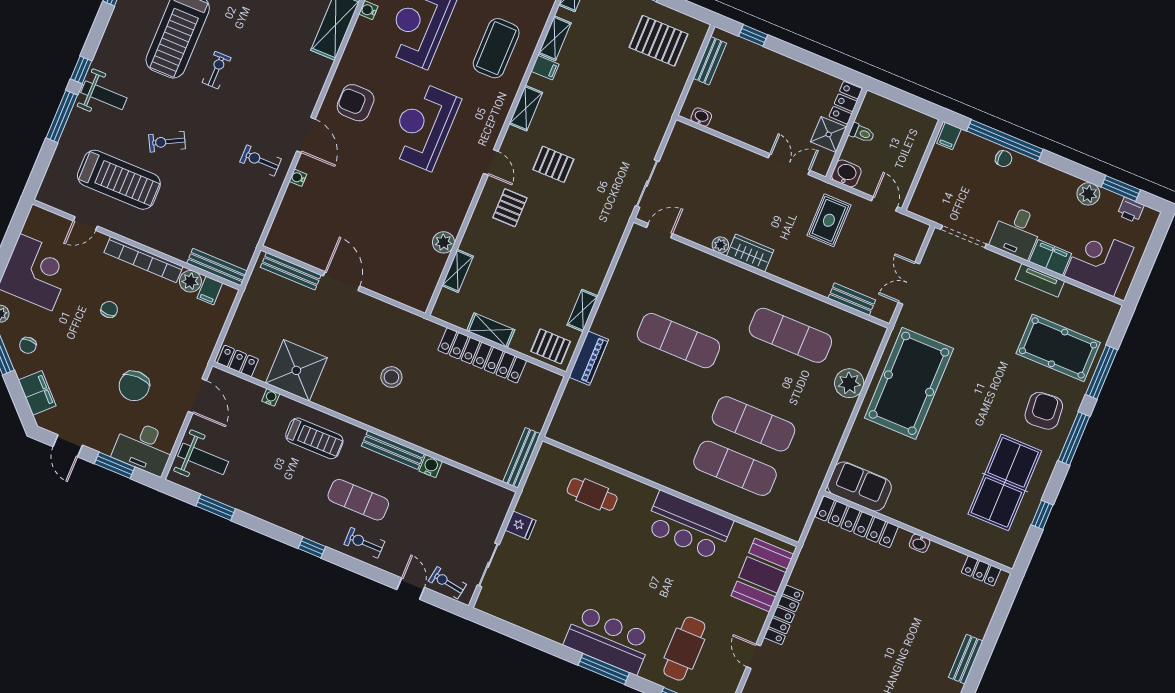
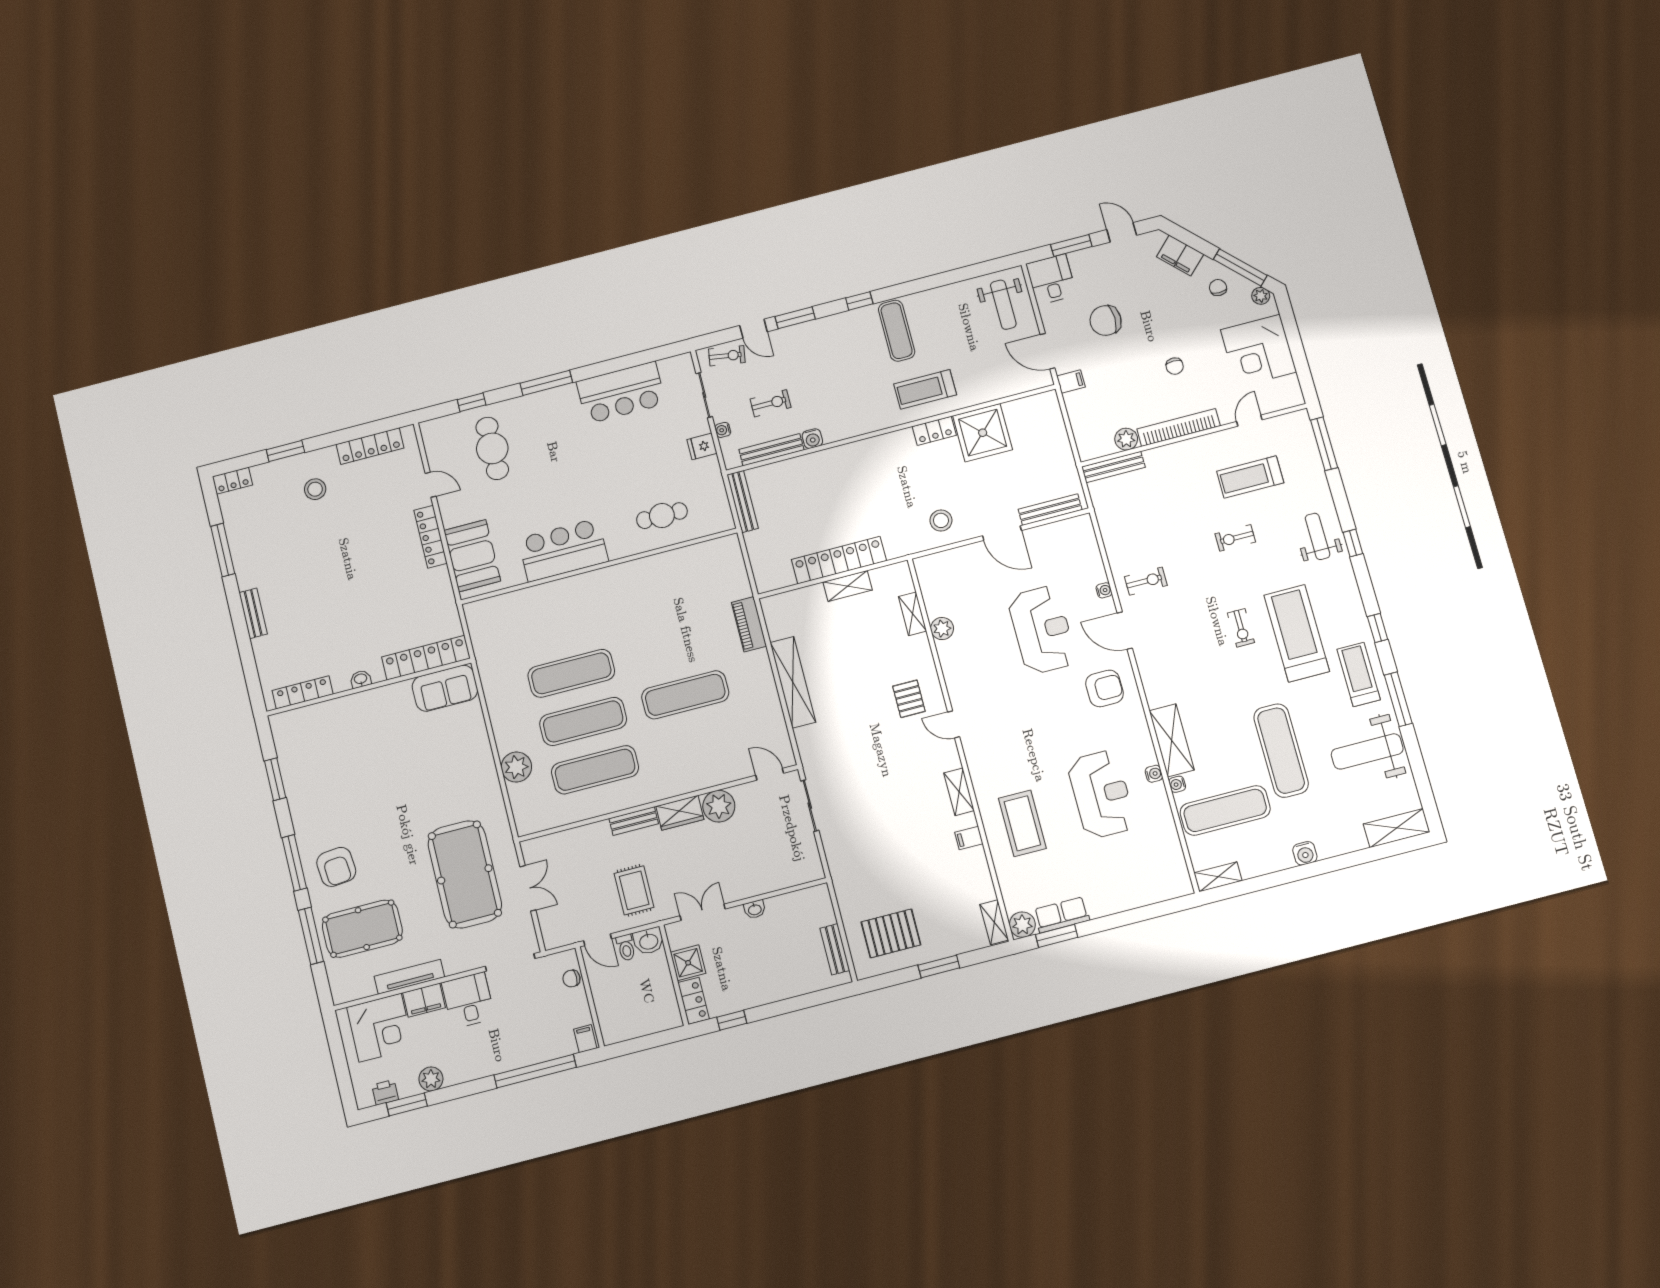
window: (753, 35) -> (732, 1020), moved
shelving: (555, 38) -> (980, 869), removed
weight bench: (104, 95) -> (1318, 536), turned 90
window: (62, 116) -> (1324, 444), moved
washbasin: (701, 117) -> (755, 909), moved
reception desk: (424, 126) -> (1042, 630), moved
toilet: (862, 133) -> (626, 948), moved, turned -90
exercise bike: (167, 142) -> (1235, 538), turned -152
chair: (1004, 159) -> (571, 978), moved
pallet: (553, 164) -> (900, 762), removed
double door: (789, 164) -> (703, 912), swing flipped
treadmill: (119, 180) -> (1250, 477), width x0.73, depth x0.73
door: (660, 231) -> (770, 774), swing flipped
plant: (720, 245) -> (719, 806), width x1.88, depth x1.88
tv unit: (1040, 280) -> (409, 977), width x1.41
filing cabinet: (210, 291) -> (1071, 381), moved, turned 90
bench: (852, 299) -> (634, 821), moved
shelving: (583, 310) -> (793, 682), width x2.20, depth x1.33
pallet: (551, 346) -> (788, 610), removed
locker: (238, 361) -> (934, 431), moved
stool: (391, 377) -> (941, 520), moved
pool table: (909, 383) -> (465, 874), moved
chair: (134, 386) -> (1106, 321), turned -90
water cooler: (271, 397) -> (723, 430), moved, turned 90
desk: (144, 447) -> (1051, 279), width x0.73
bench: (393, 450) -> (771, 450), moved
weight bench: (203, 459) -> (1003, 305), turned -90
exercise mat: (735, 468) -> (583, 721), moved
table tennis table: (1005, 482) -> (326, 783), removed
exercise mat: (358, 500) -> (897, 331), moved, turned 90
window: (216, 507) -> (795, 318), moved
window: (1042, 515) -> (275, 779), width x1.50
exercise bike: (364, 543) -> (771, 403), moved
locker: (981, 571) -> (303, 692), width x1.53
bar counter: (608, 640) -> (621, 393), moved

